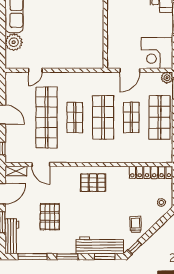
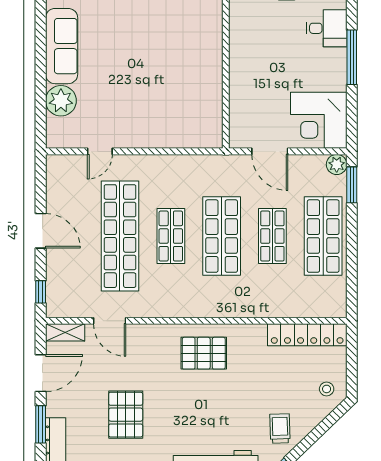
door: (130, 70) -> (270, 151), hinge flipped

